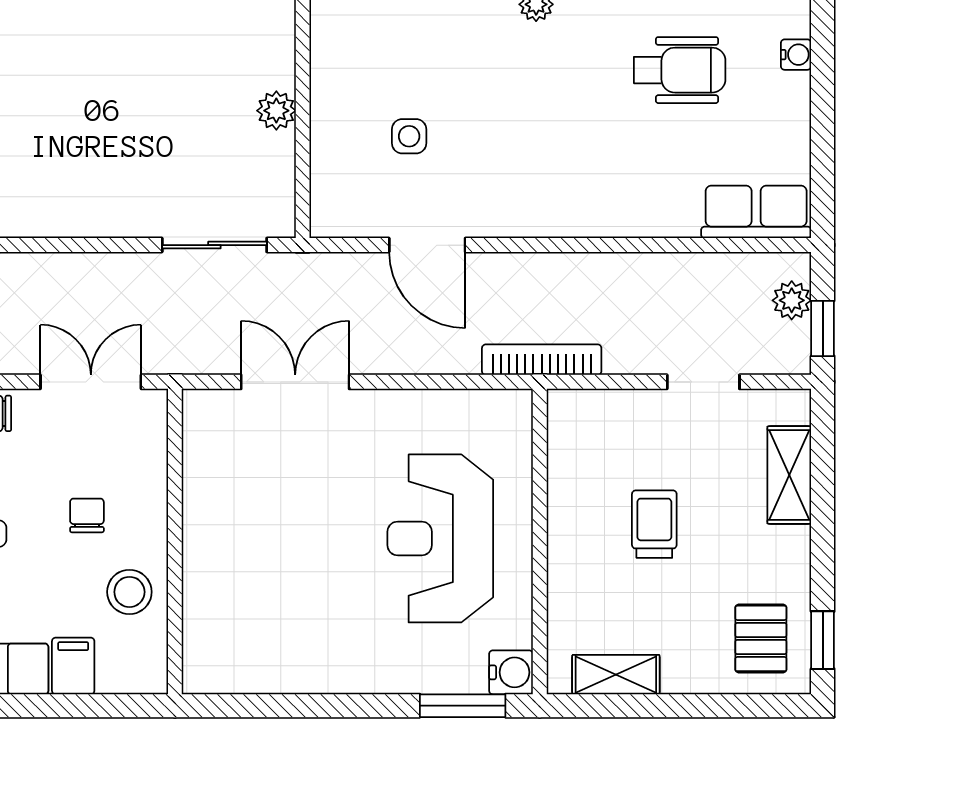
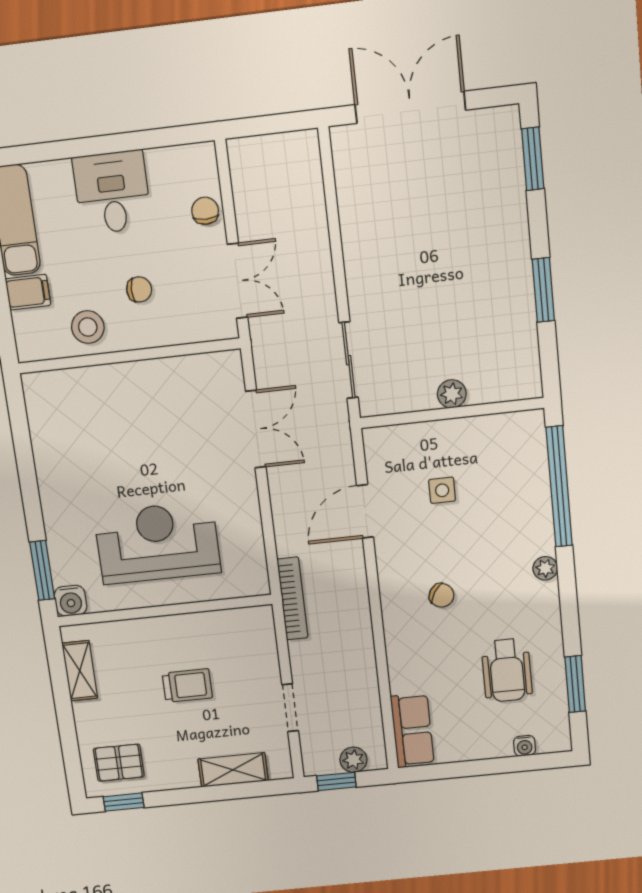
chair: (560, 151) -> (442, 595), added

